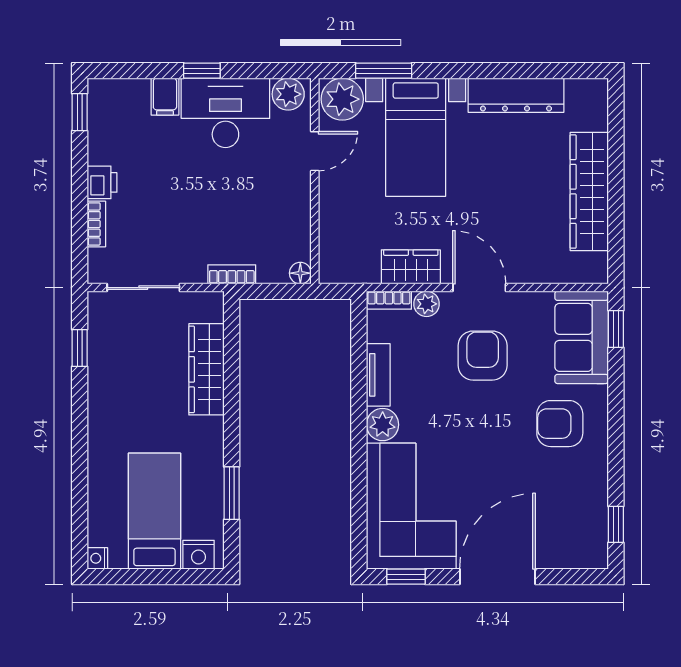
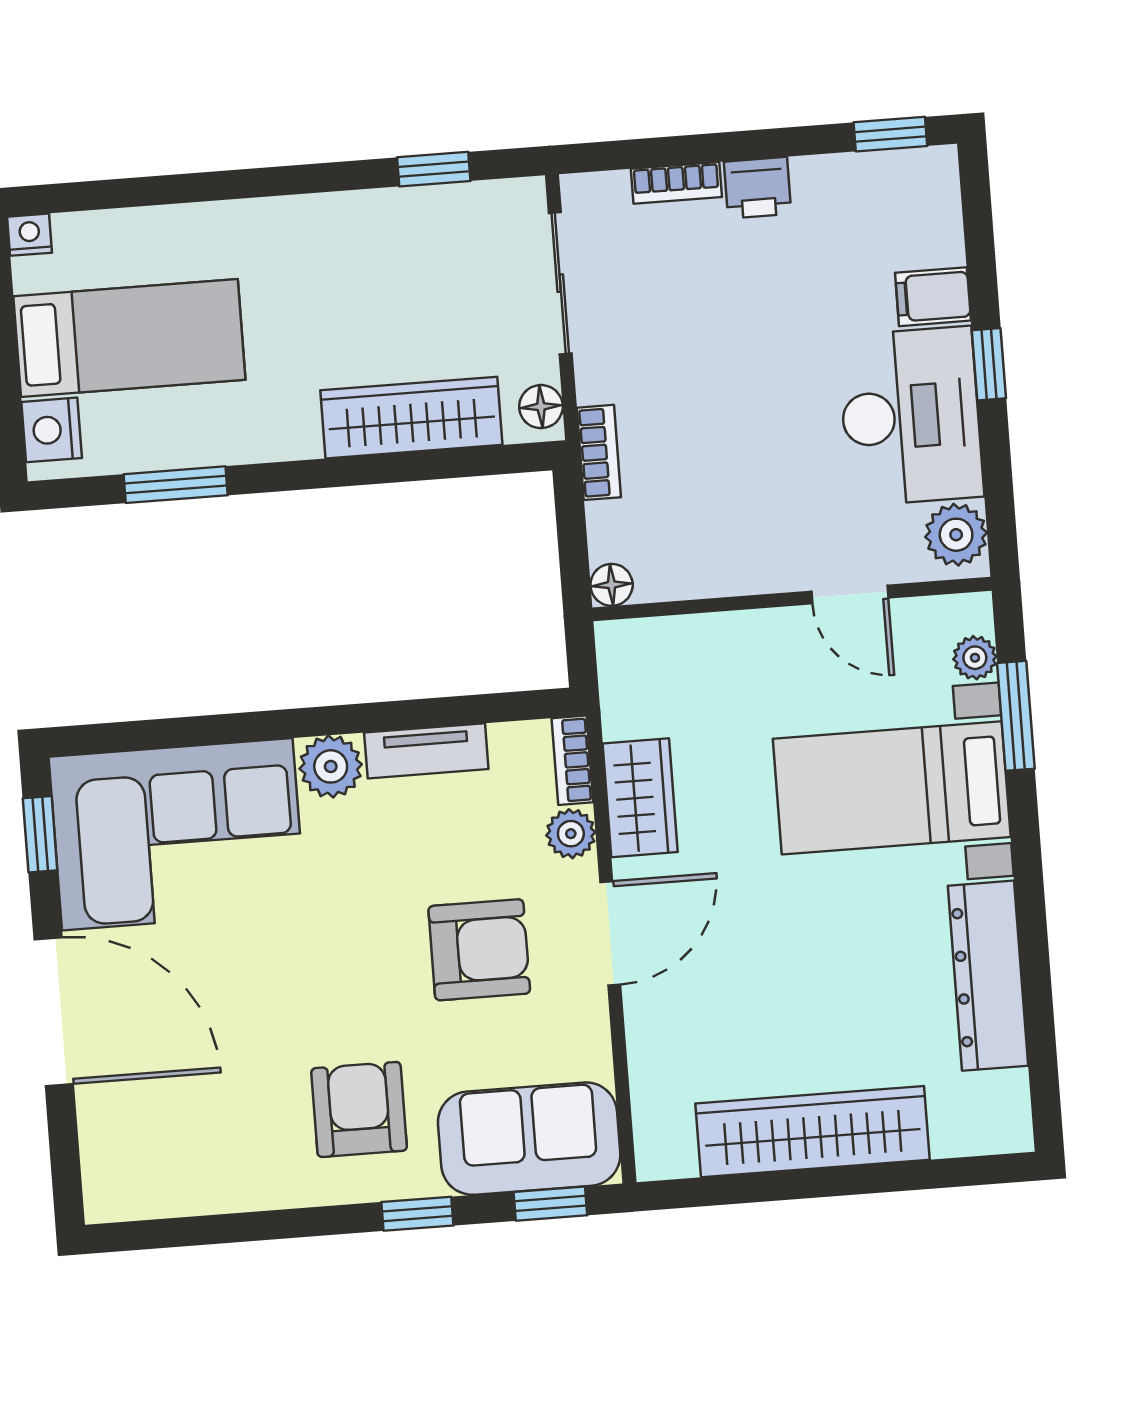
plant: (342, 99) -> (975, 658), width x0.53, depth x0.53
floor lamp: (206, 302) -> (541, 407), added
window: (616, 524) -> (417, 1214), moved

